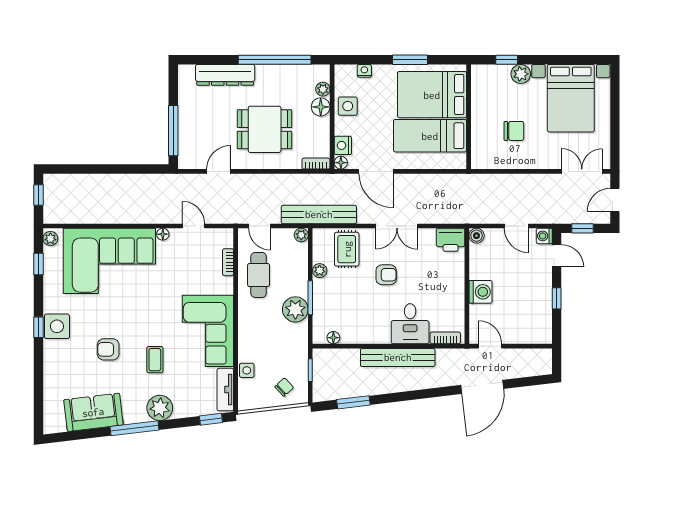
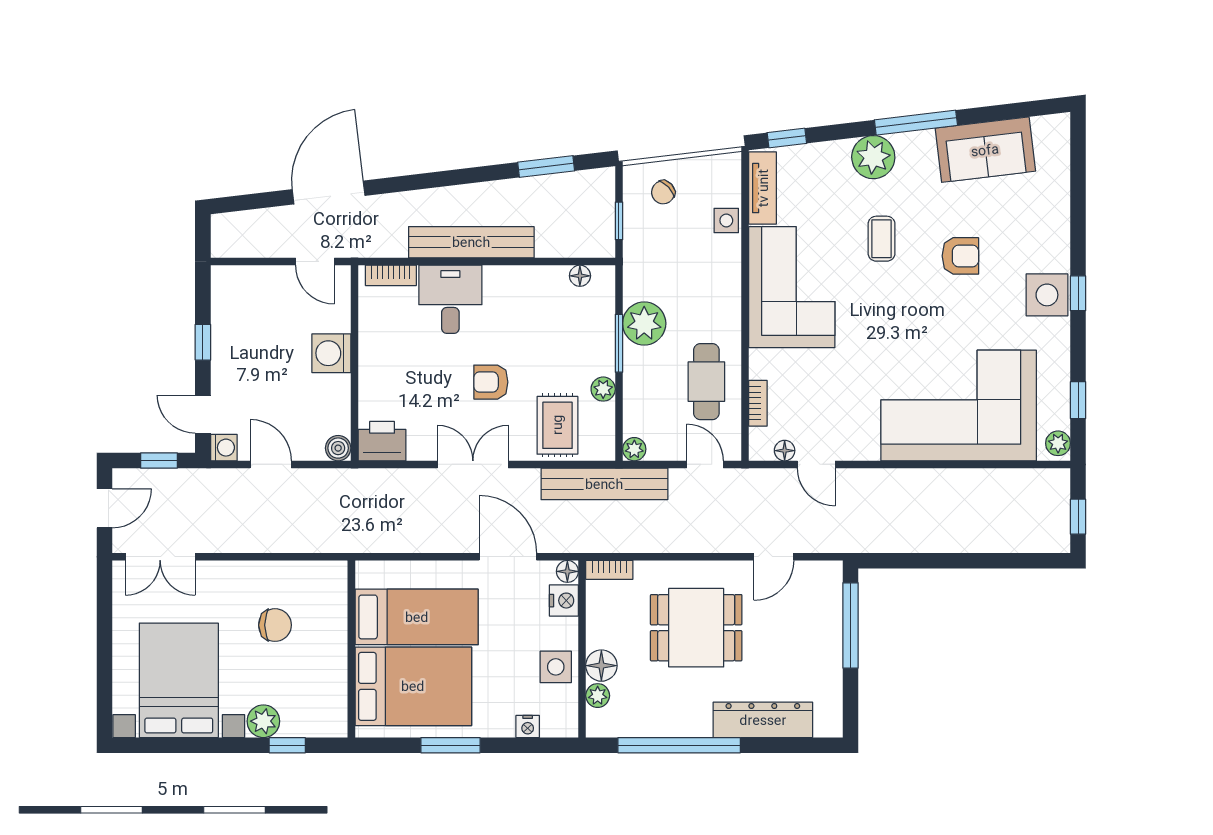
chair: (514, 131) -> (275, 625), turned 180
floor lamp: (163, 234) -> (785, 451), moved

